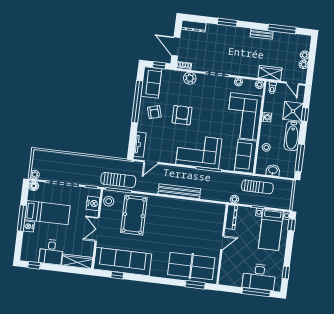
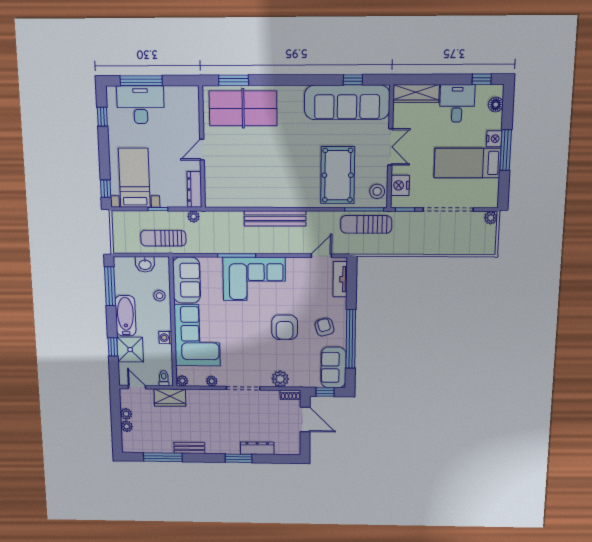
dresser: (194, 26) -> (257, 448), moved
floor lamp: (34, 186) -> (496, 105), moved

